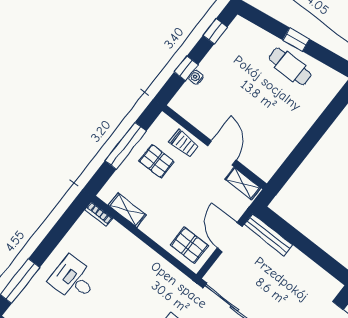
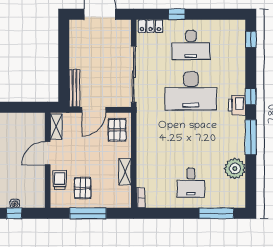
shelving: (127, 210) -> (125, 172), moved

